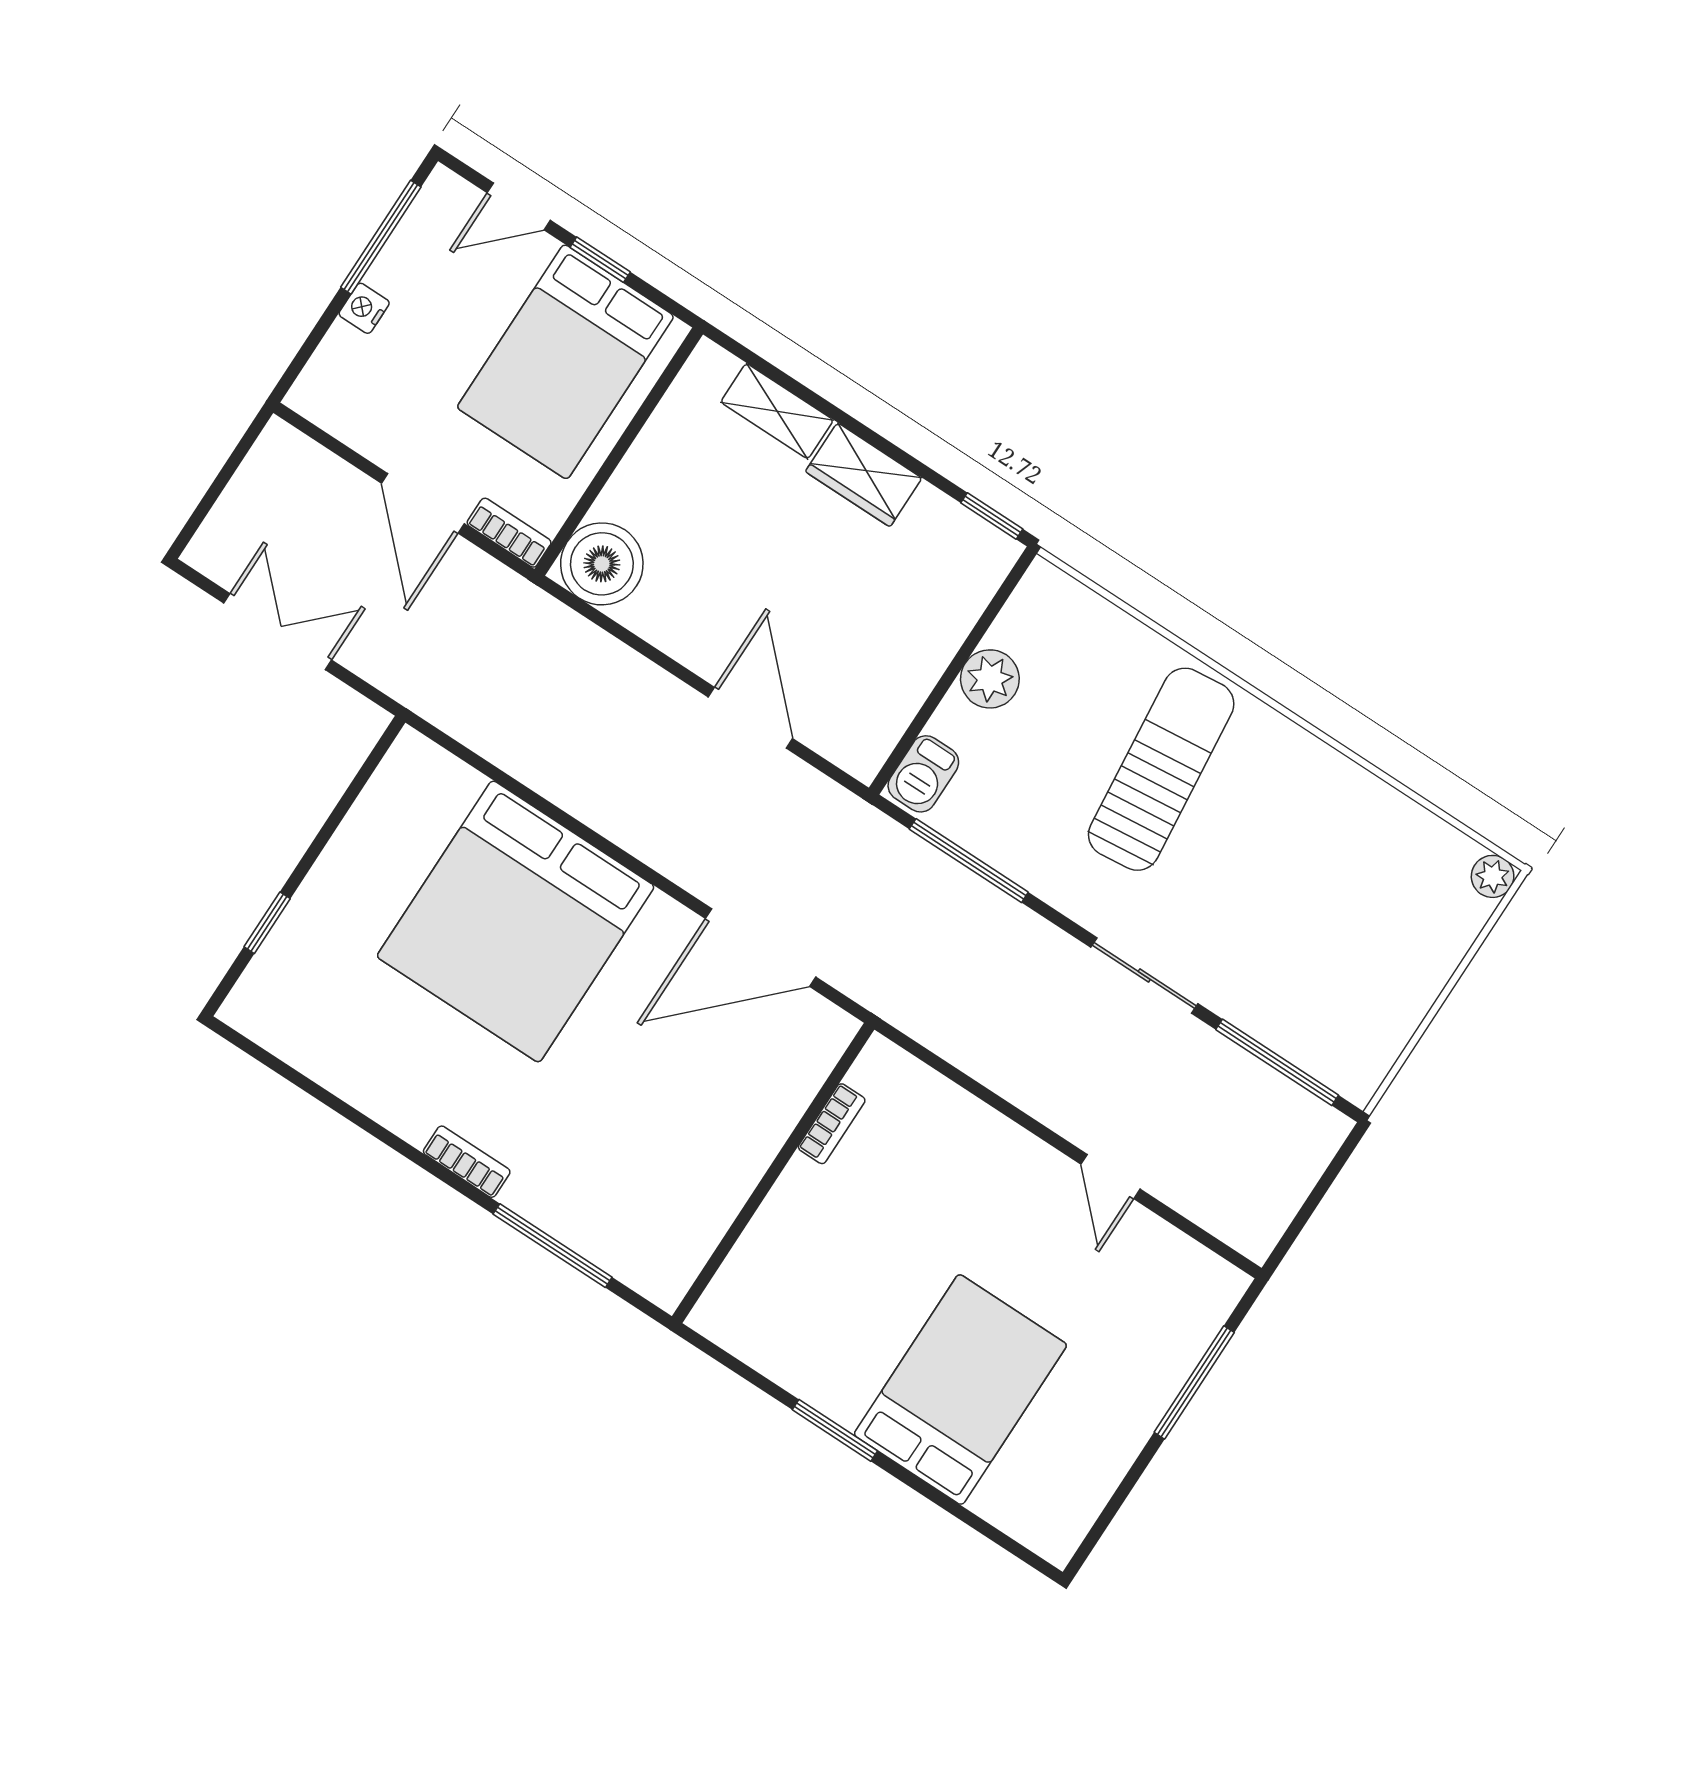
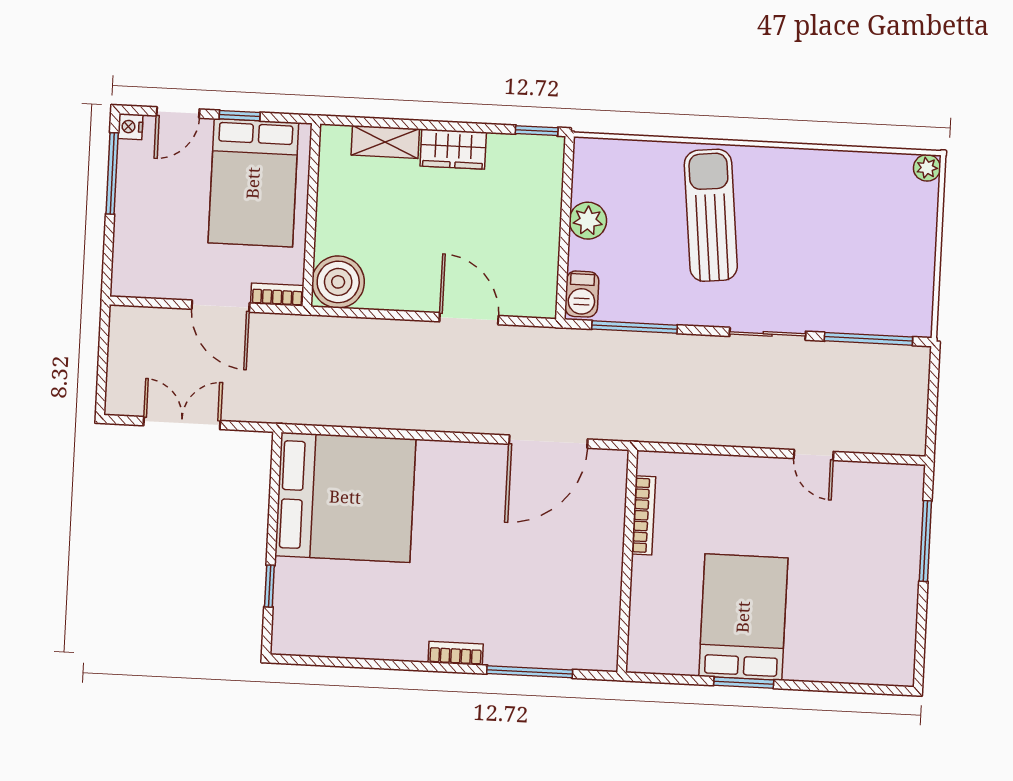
nightstand: (364, 308) -> (130, 127), moved
bed: (516, 921) -> (345, 497), moved, turned -90
bookcase: (832, 1124) -> (644, 515), width x1.56
bed: (960, 1390) -> (743, 617), moved

